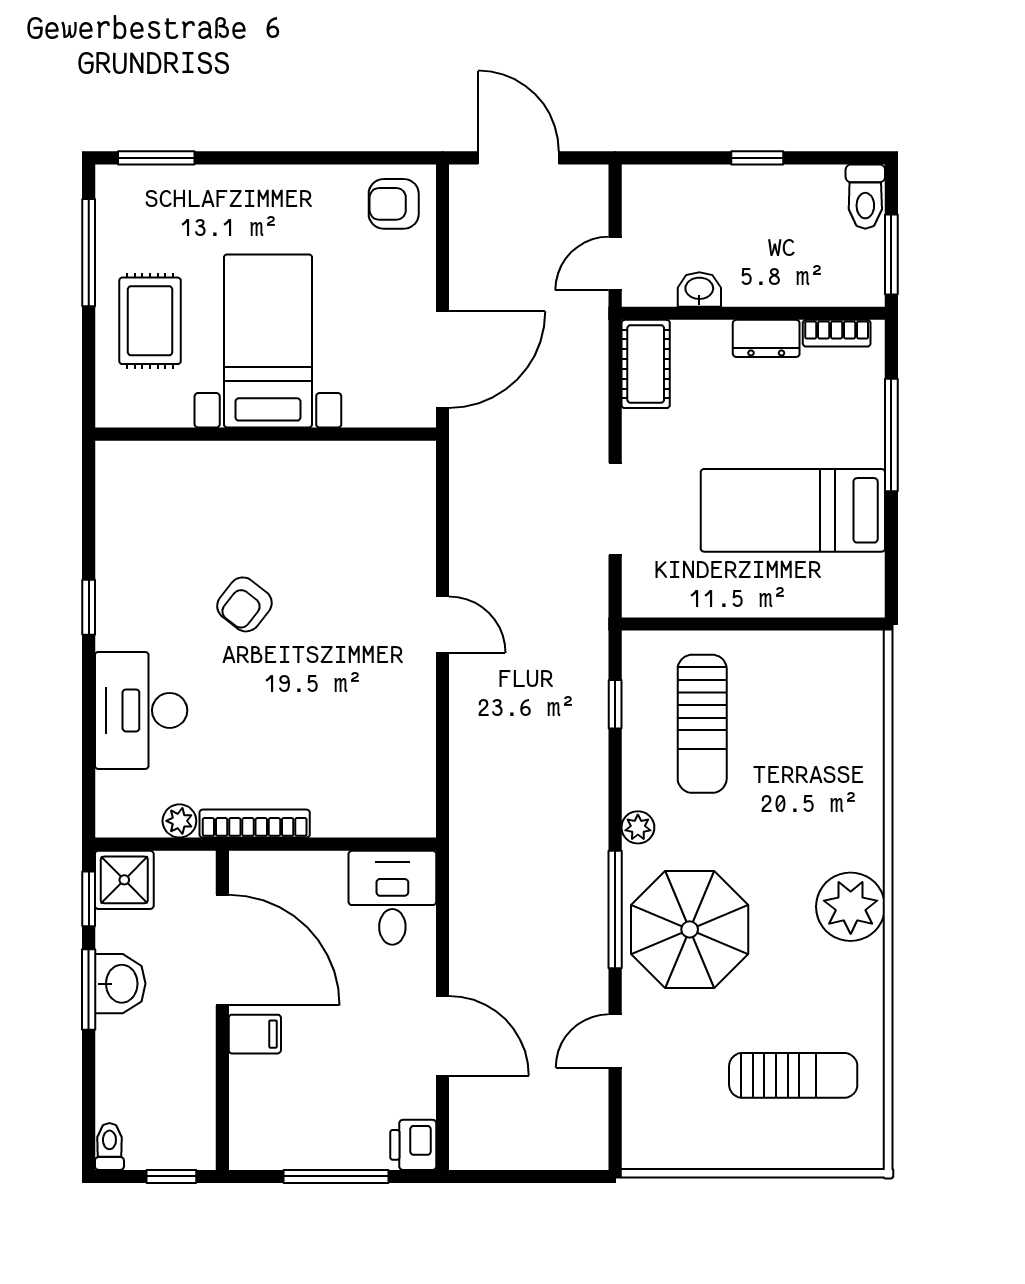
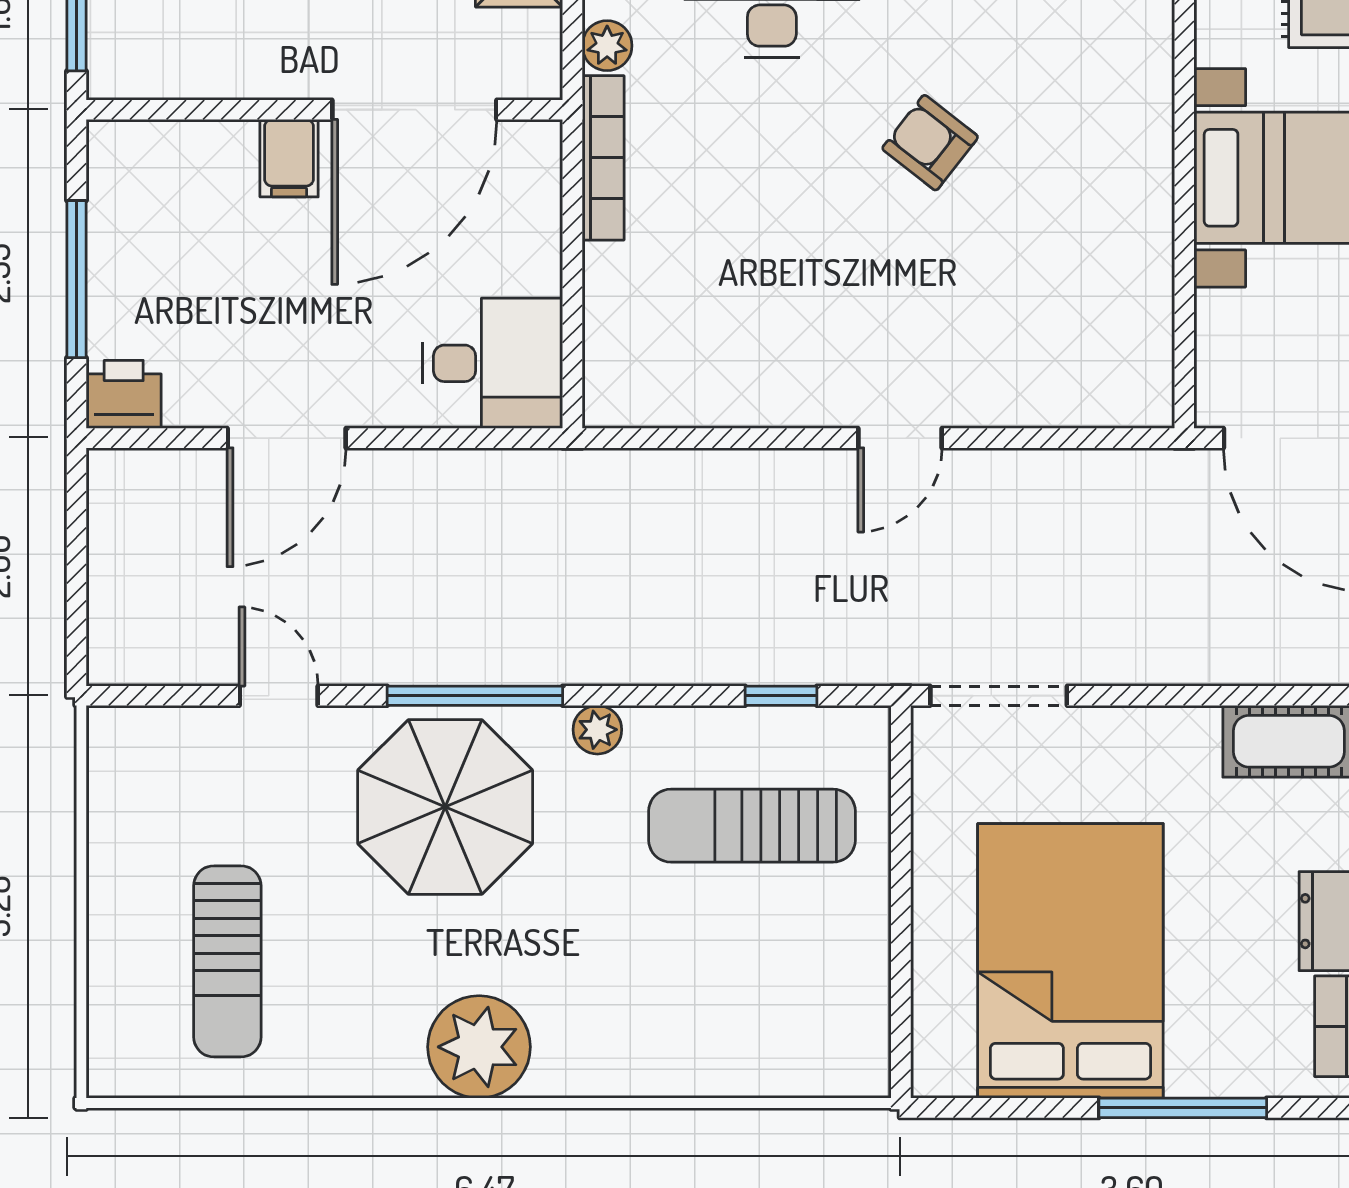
doorway: (615, 509) -> (999, 696), moved
bed: (793, 510) -> (1070, 961), width x1.50

